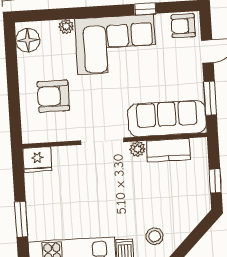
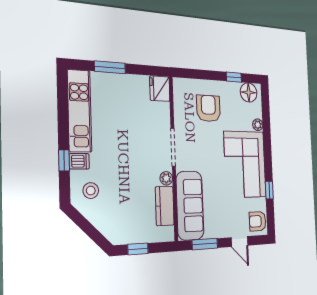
armchair: (183, 26) -> (258, 221), turned -90
window: (12, 62) -> (234, 77), added

